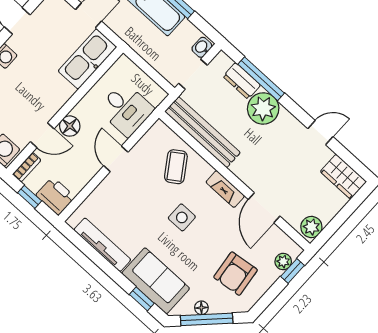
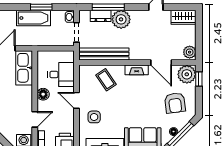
floor lamp: (70, 126) -> (43, 94), moved
side table: (182, 217) -> (94, 117), moved
plant: (283, 262) -> (187, 74), width x1.88, depth x1.88

